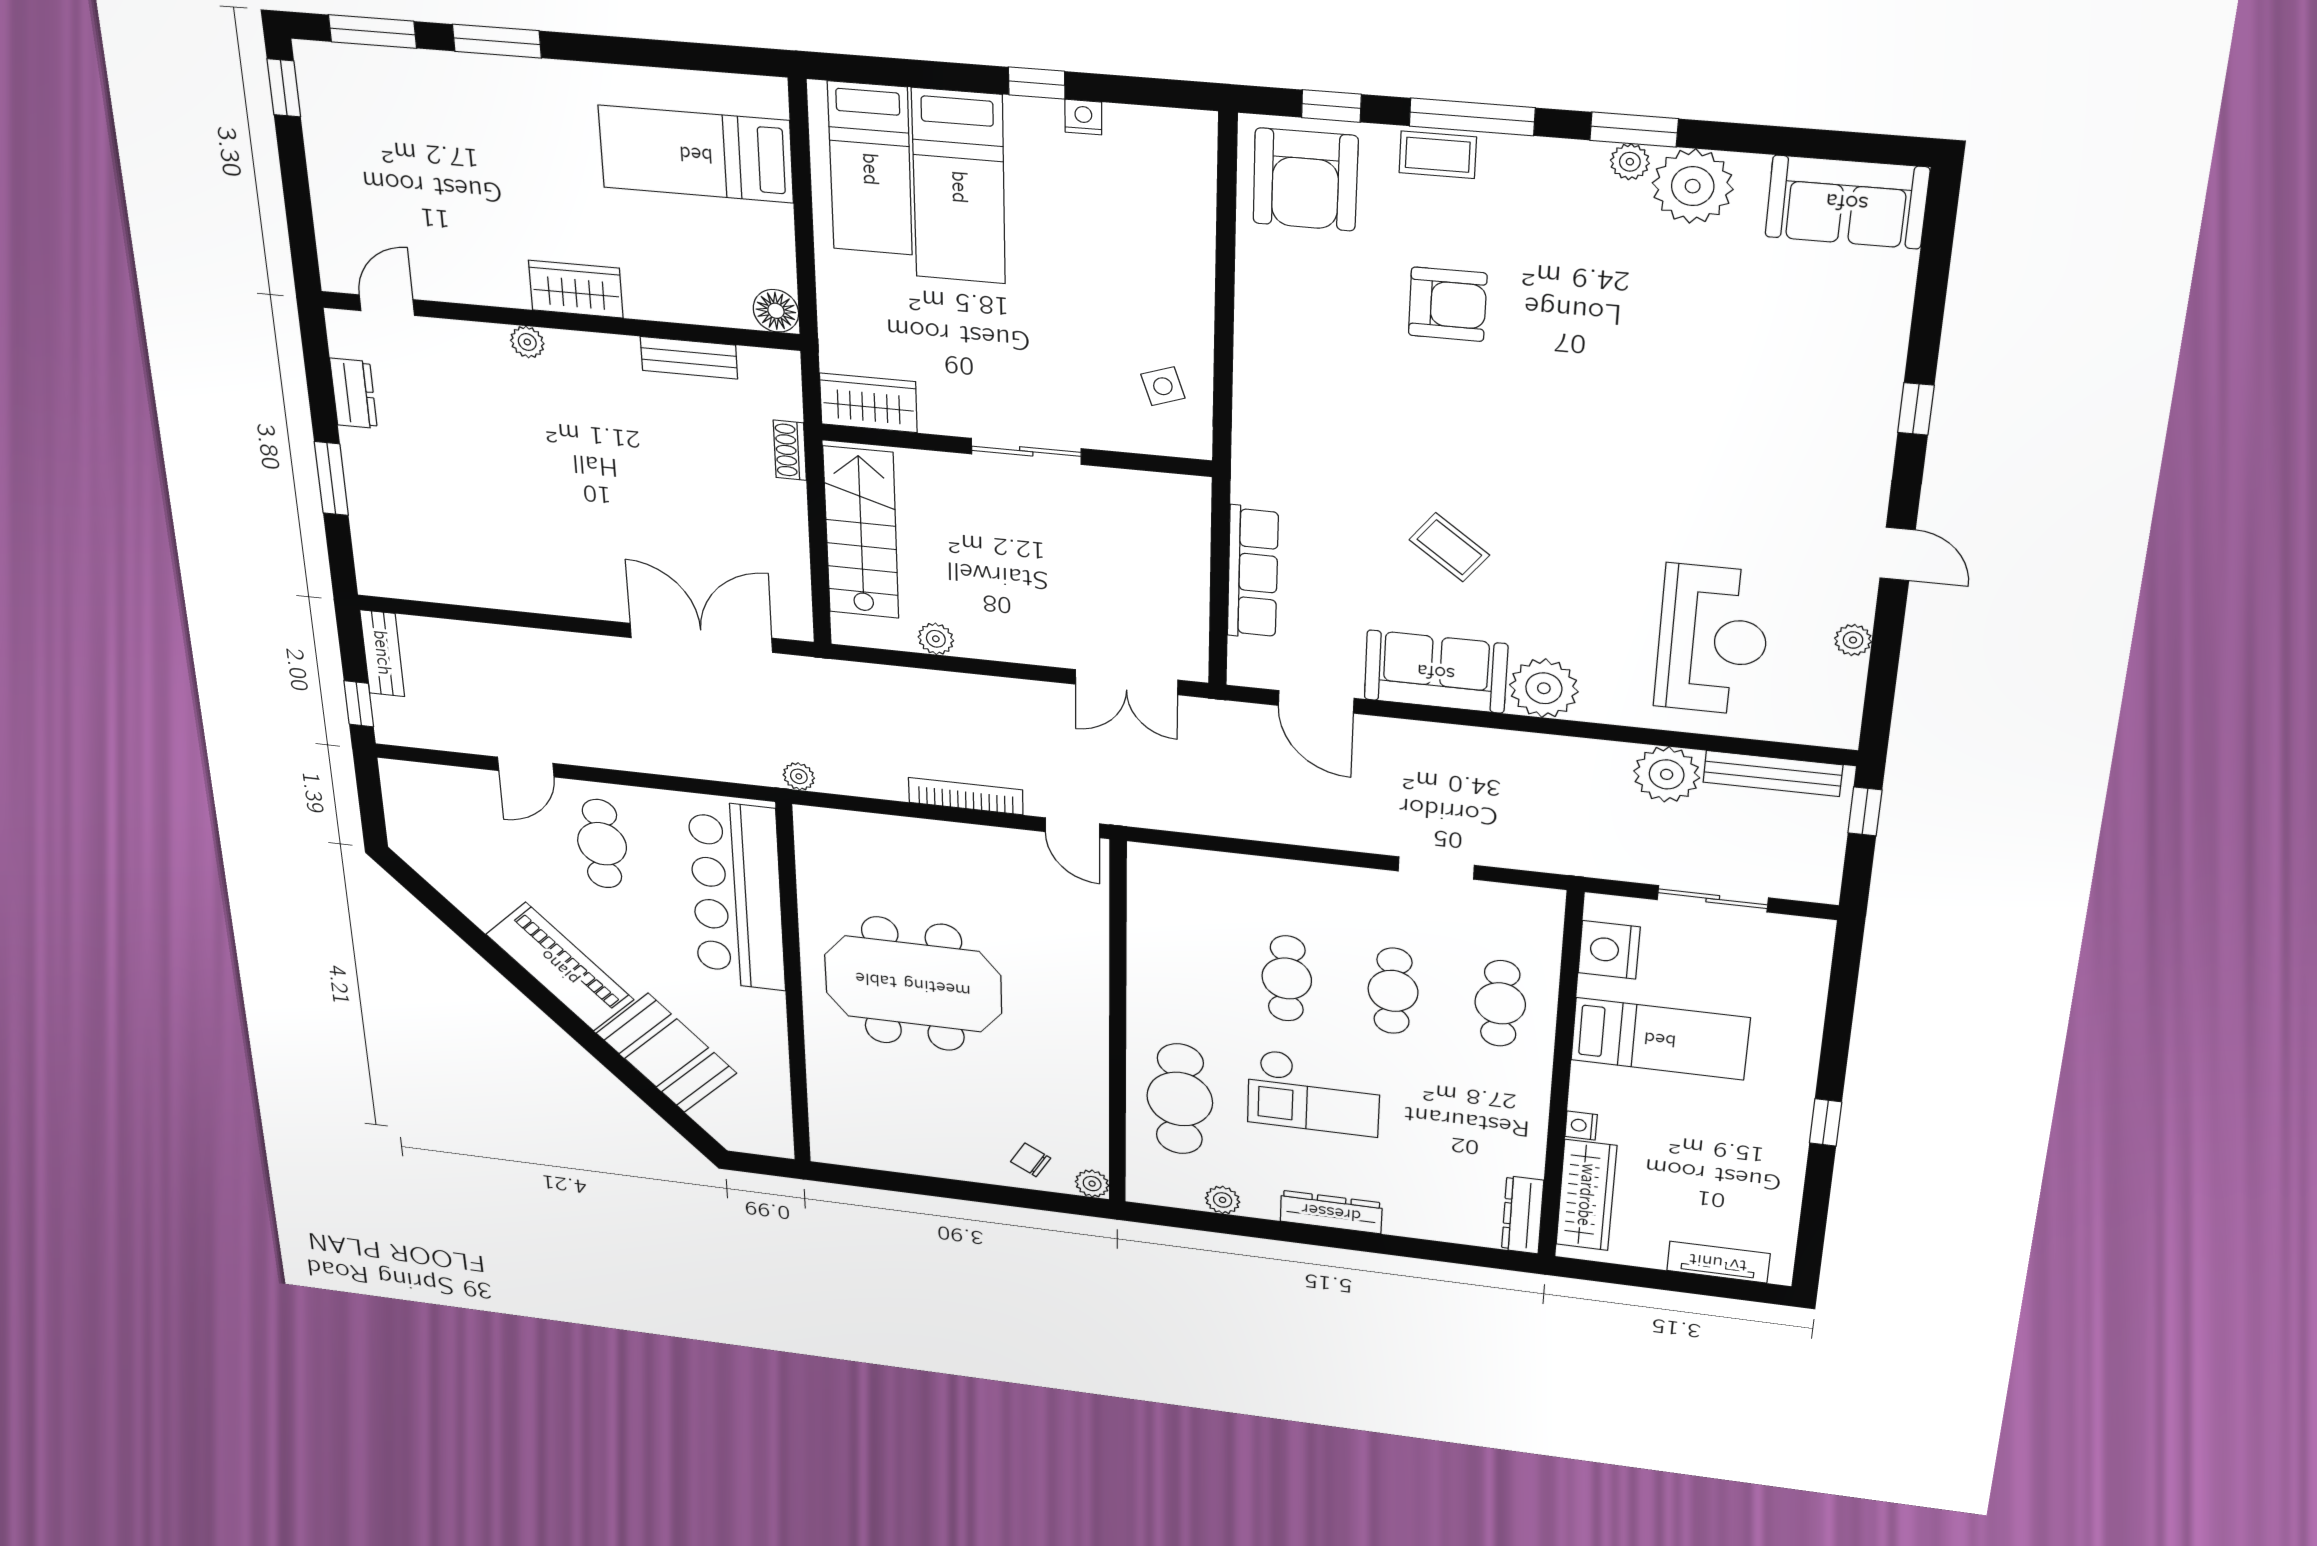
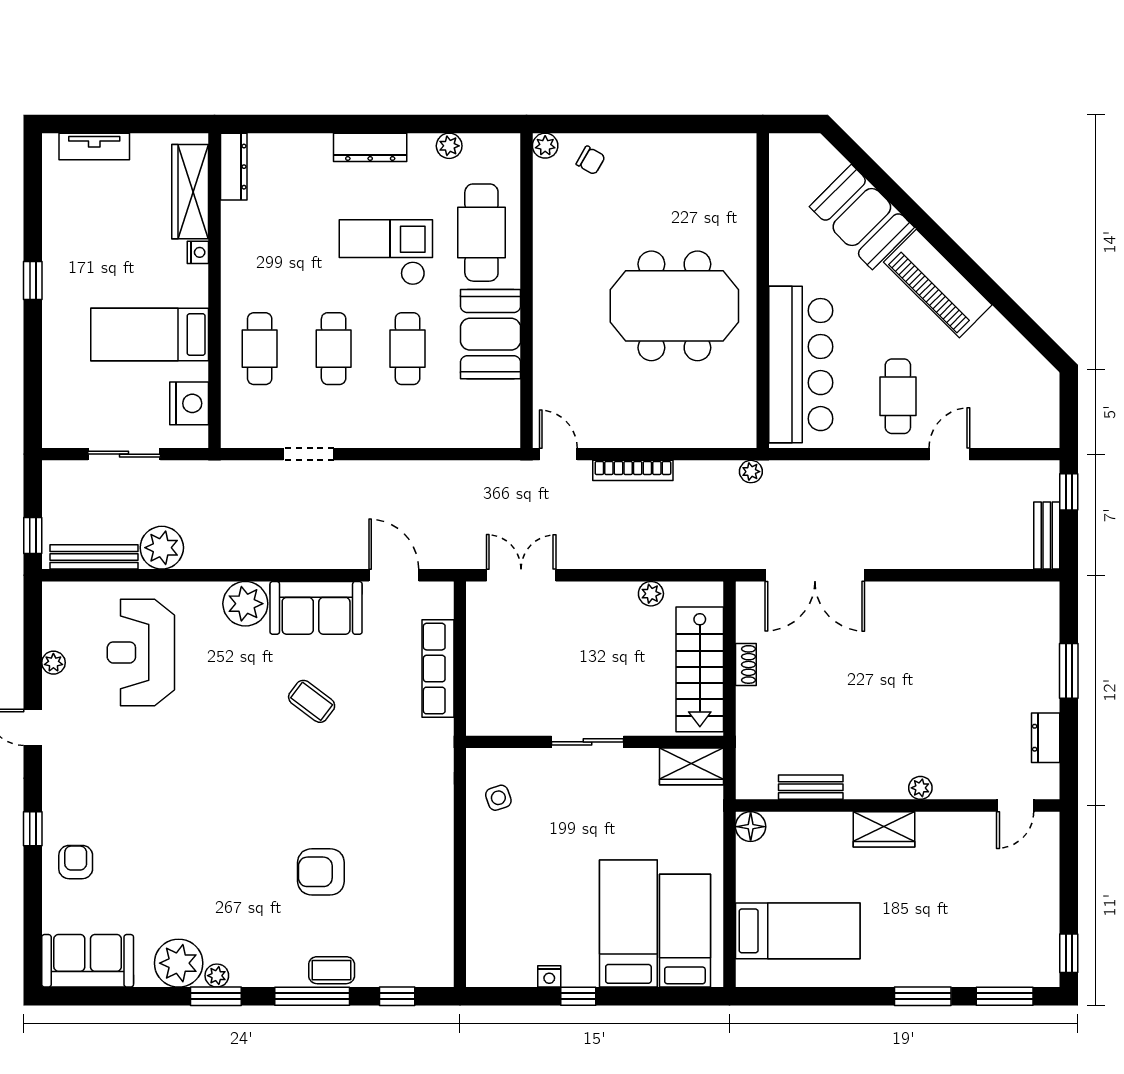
armchair: (1305, 180) -> (76, 862), moved, width x0.53, depth x0.53
shoe rack: (790, 450) -> (746, 664), moved
booth: (1169, 982) -> (491, 334), added

